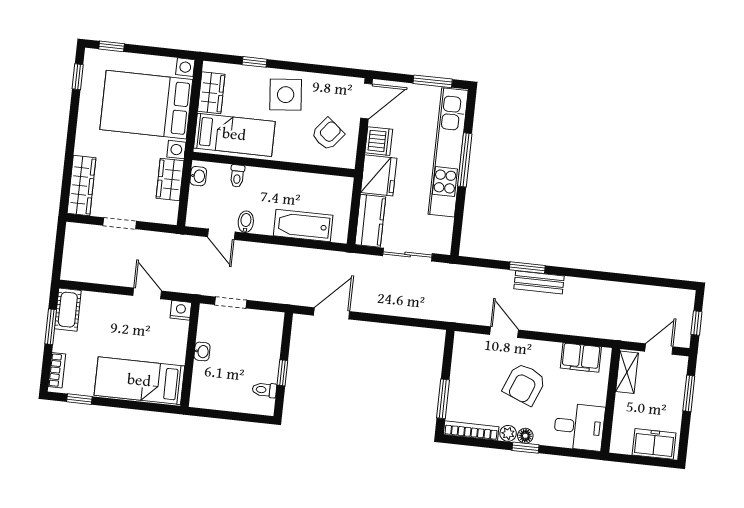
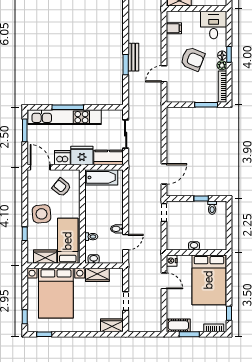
wardrobe: (81, 186) -> (112, 325), width x0.67
bathtub: (303, 226) -> (101, 177), moved, turned -90
door: (147, 293) -> (164, 281), swing flipped
doorway: (231, 302) -> (164, 212), moved
door: (332, 313) -> (164, 174), swing flipped
filing cabinet: (581, 358) -> (174, 28), width x0.50
bed: (139, 381) -> (209, 280), width x1.50

